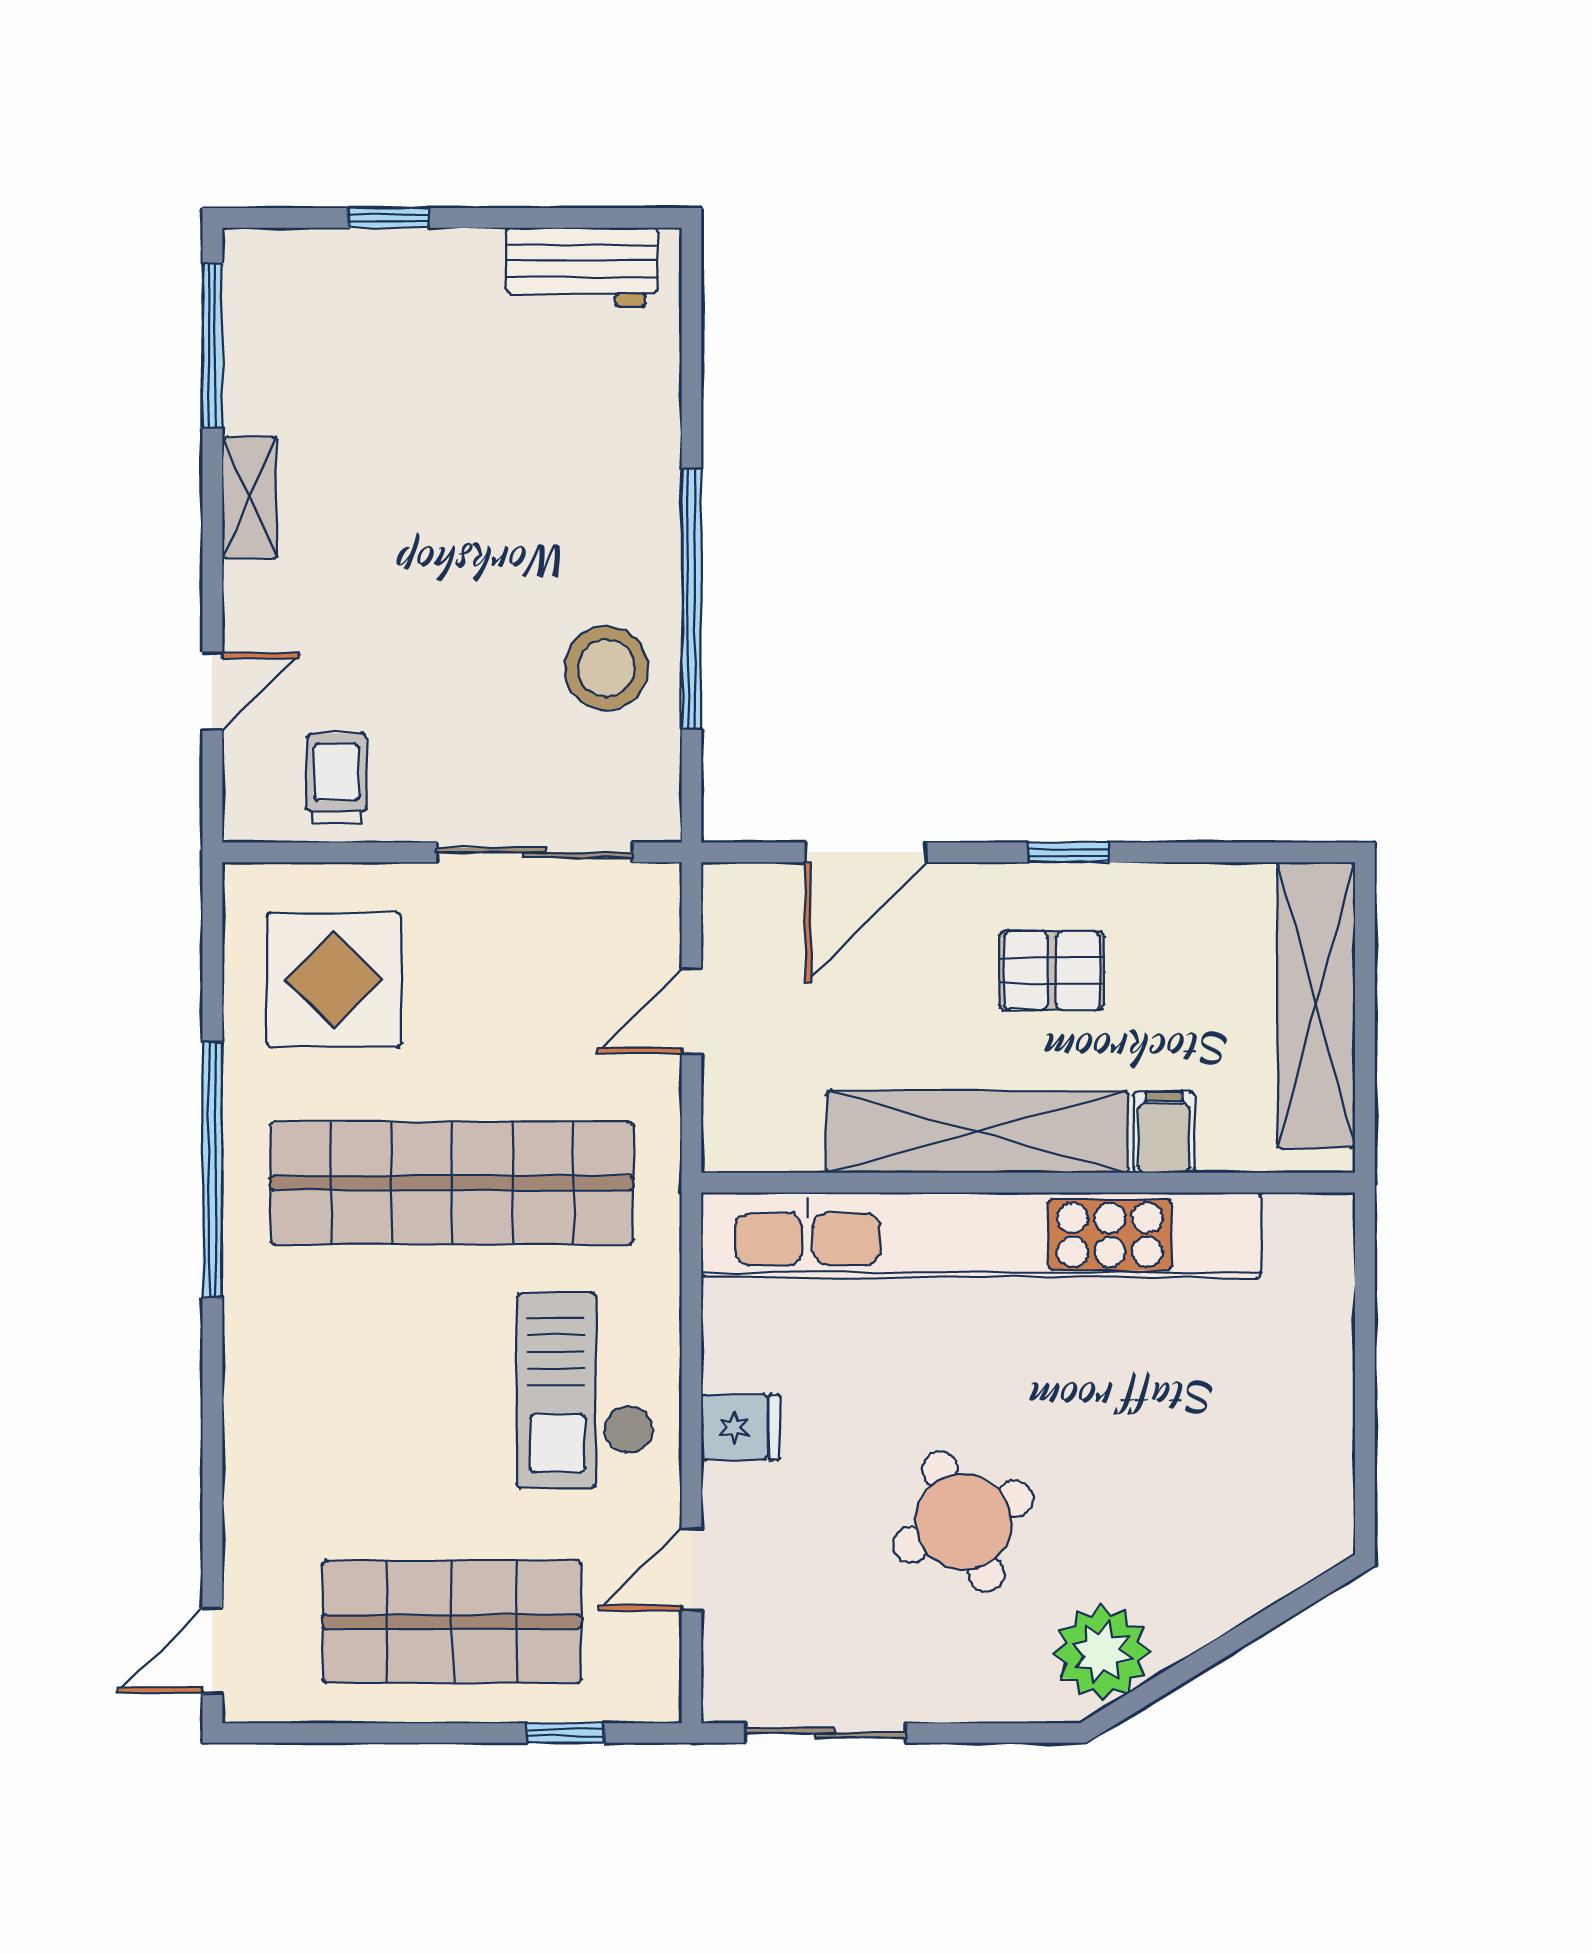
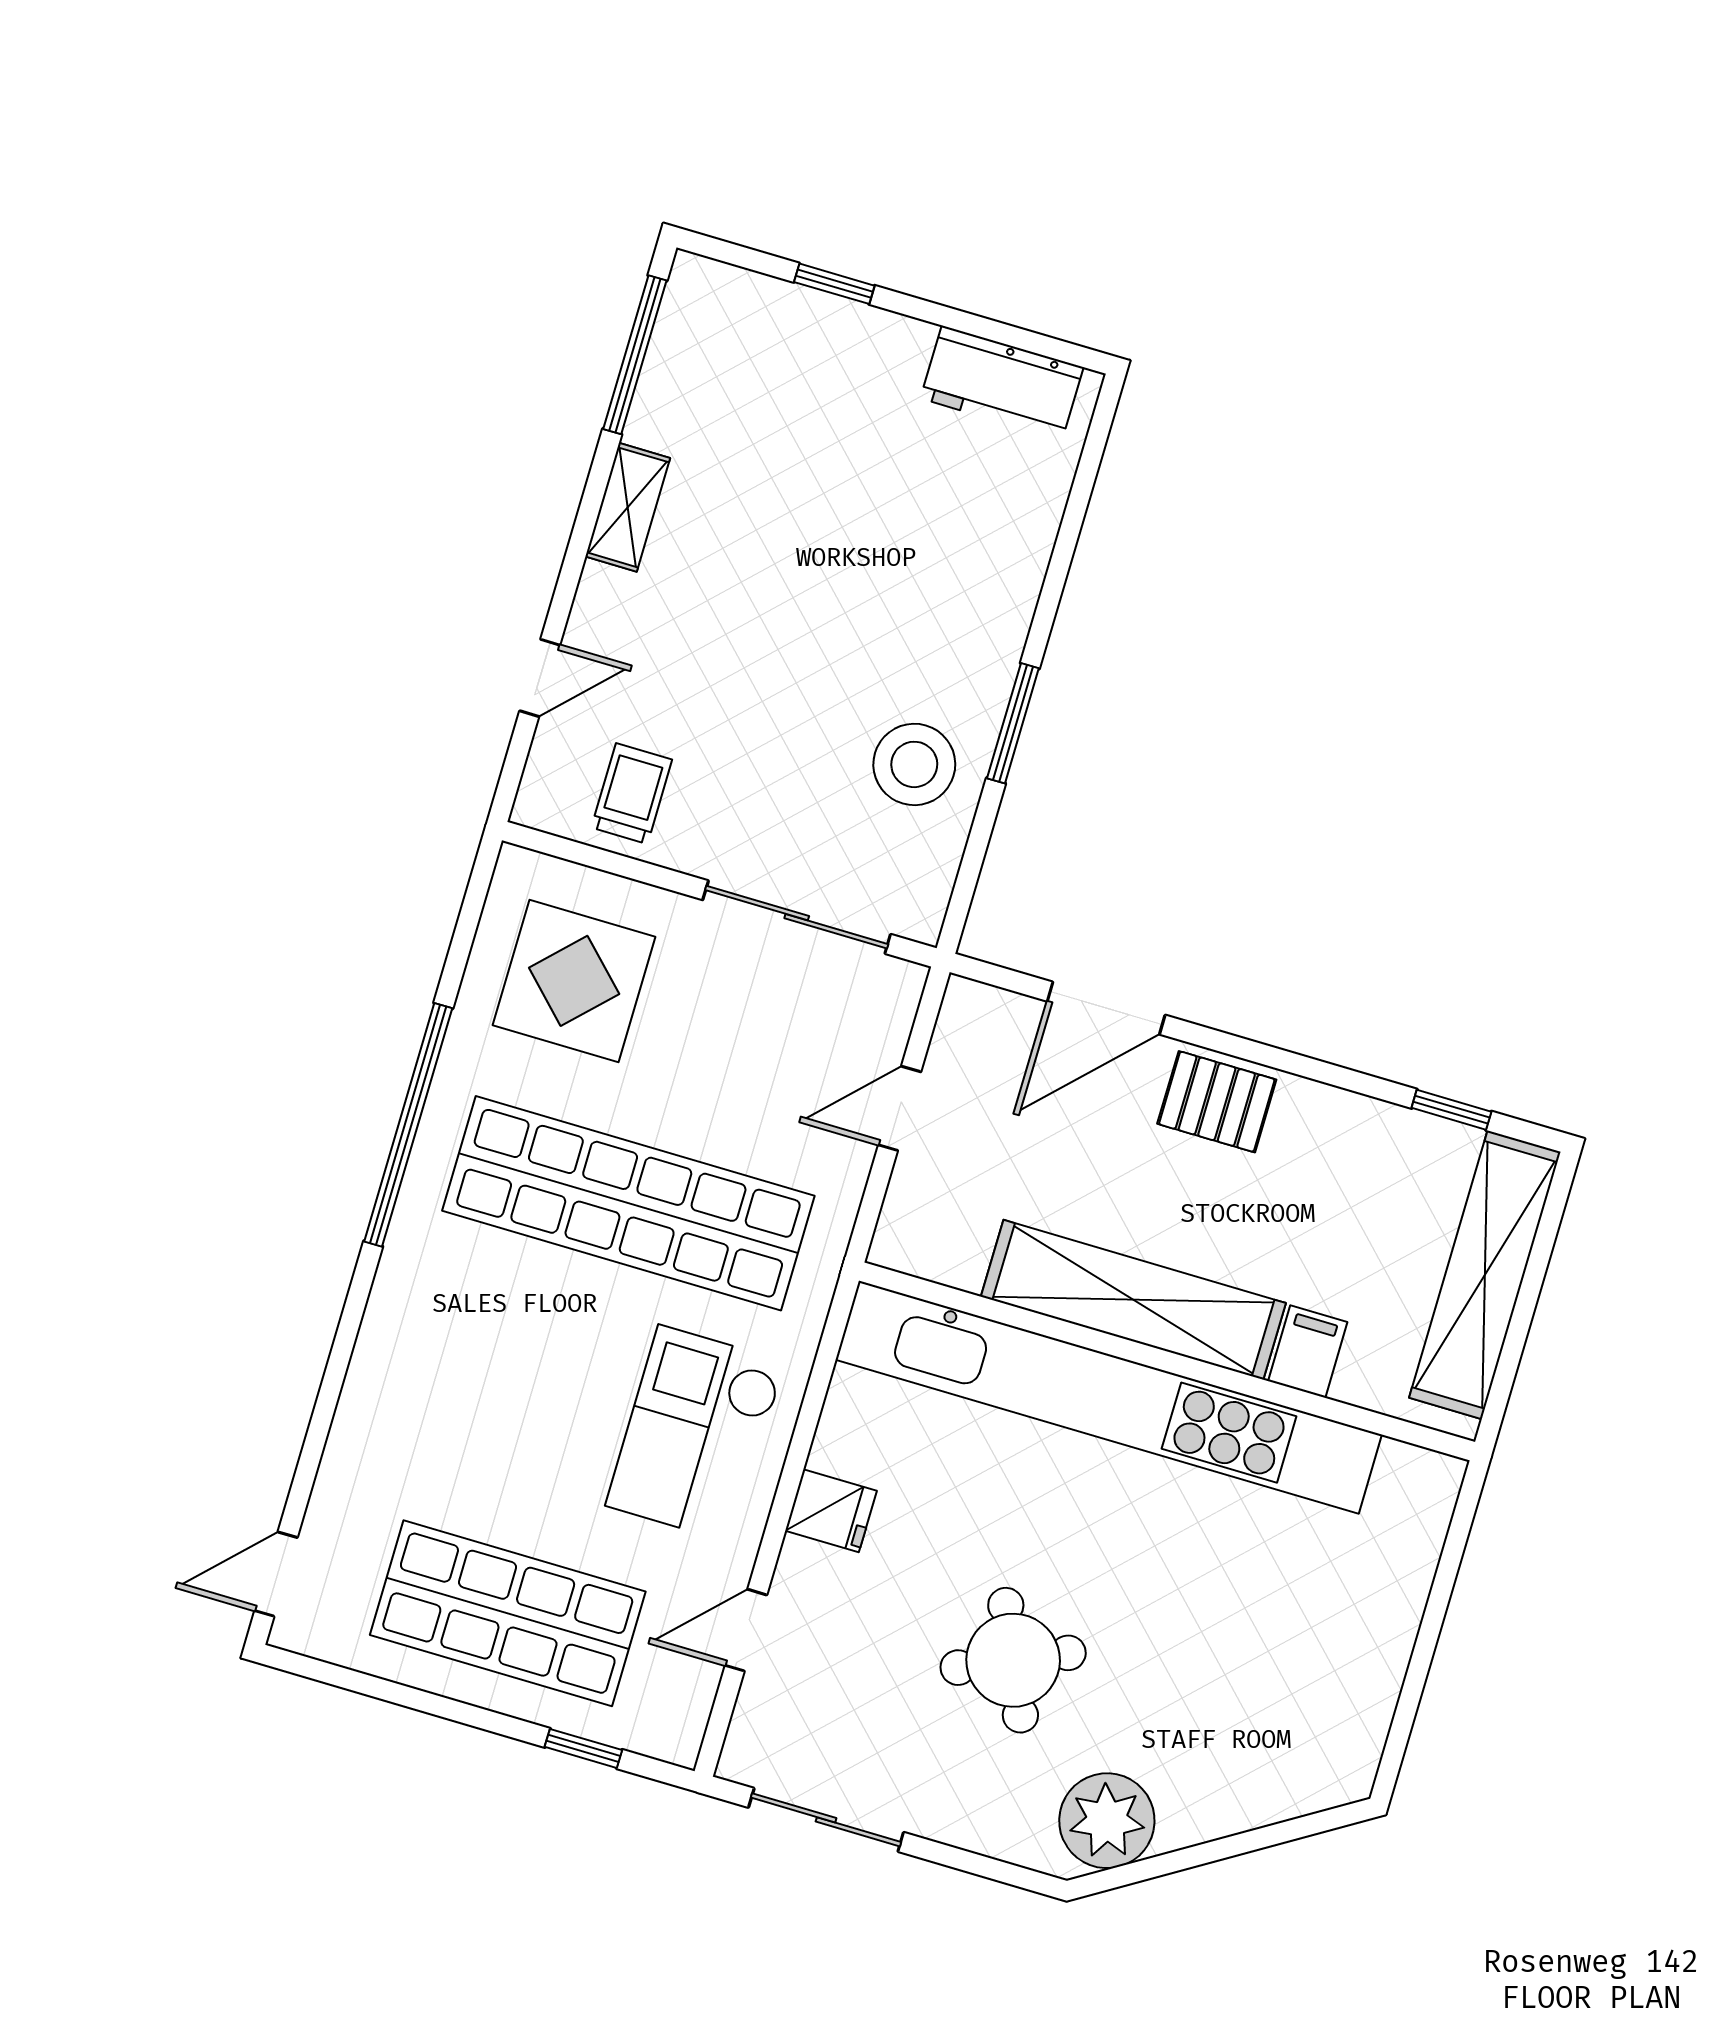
window: (691, 599) -> (1013, 723), width x0.47
window: (1068, 852) -> (1451, 1110), moved
pallet: (1052, 971) -> (1217, 1102), moved

